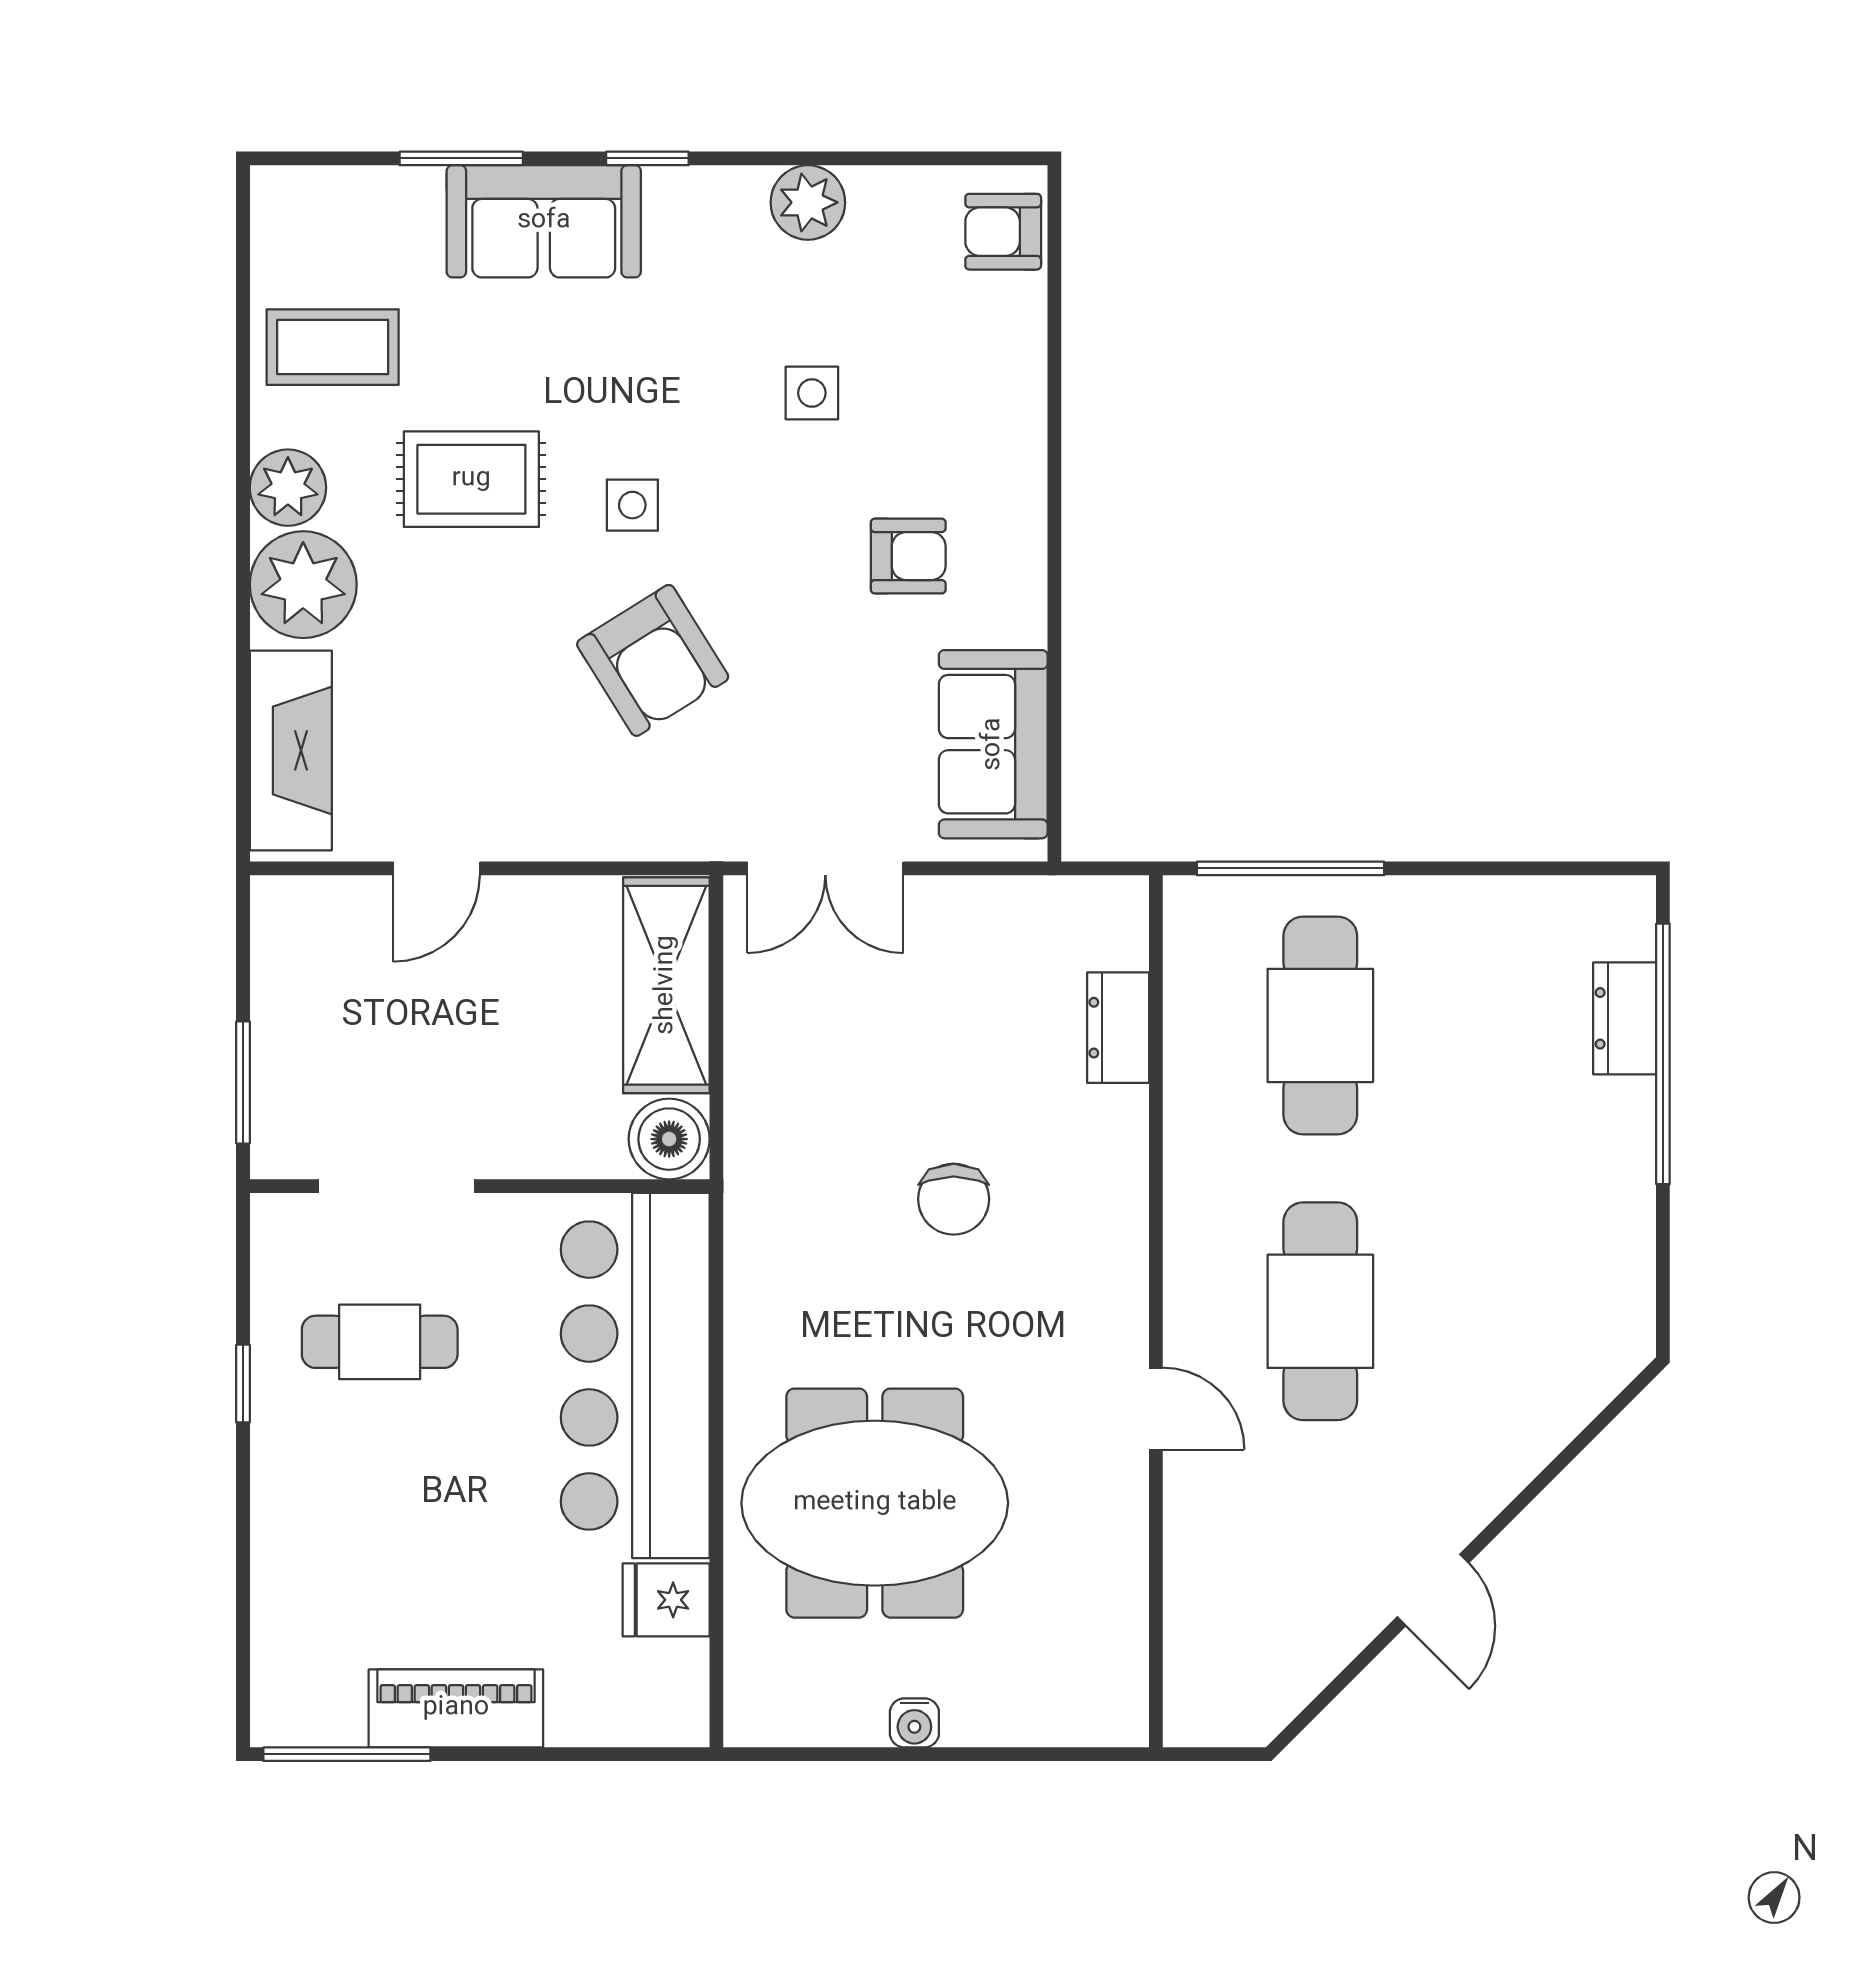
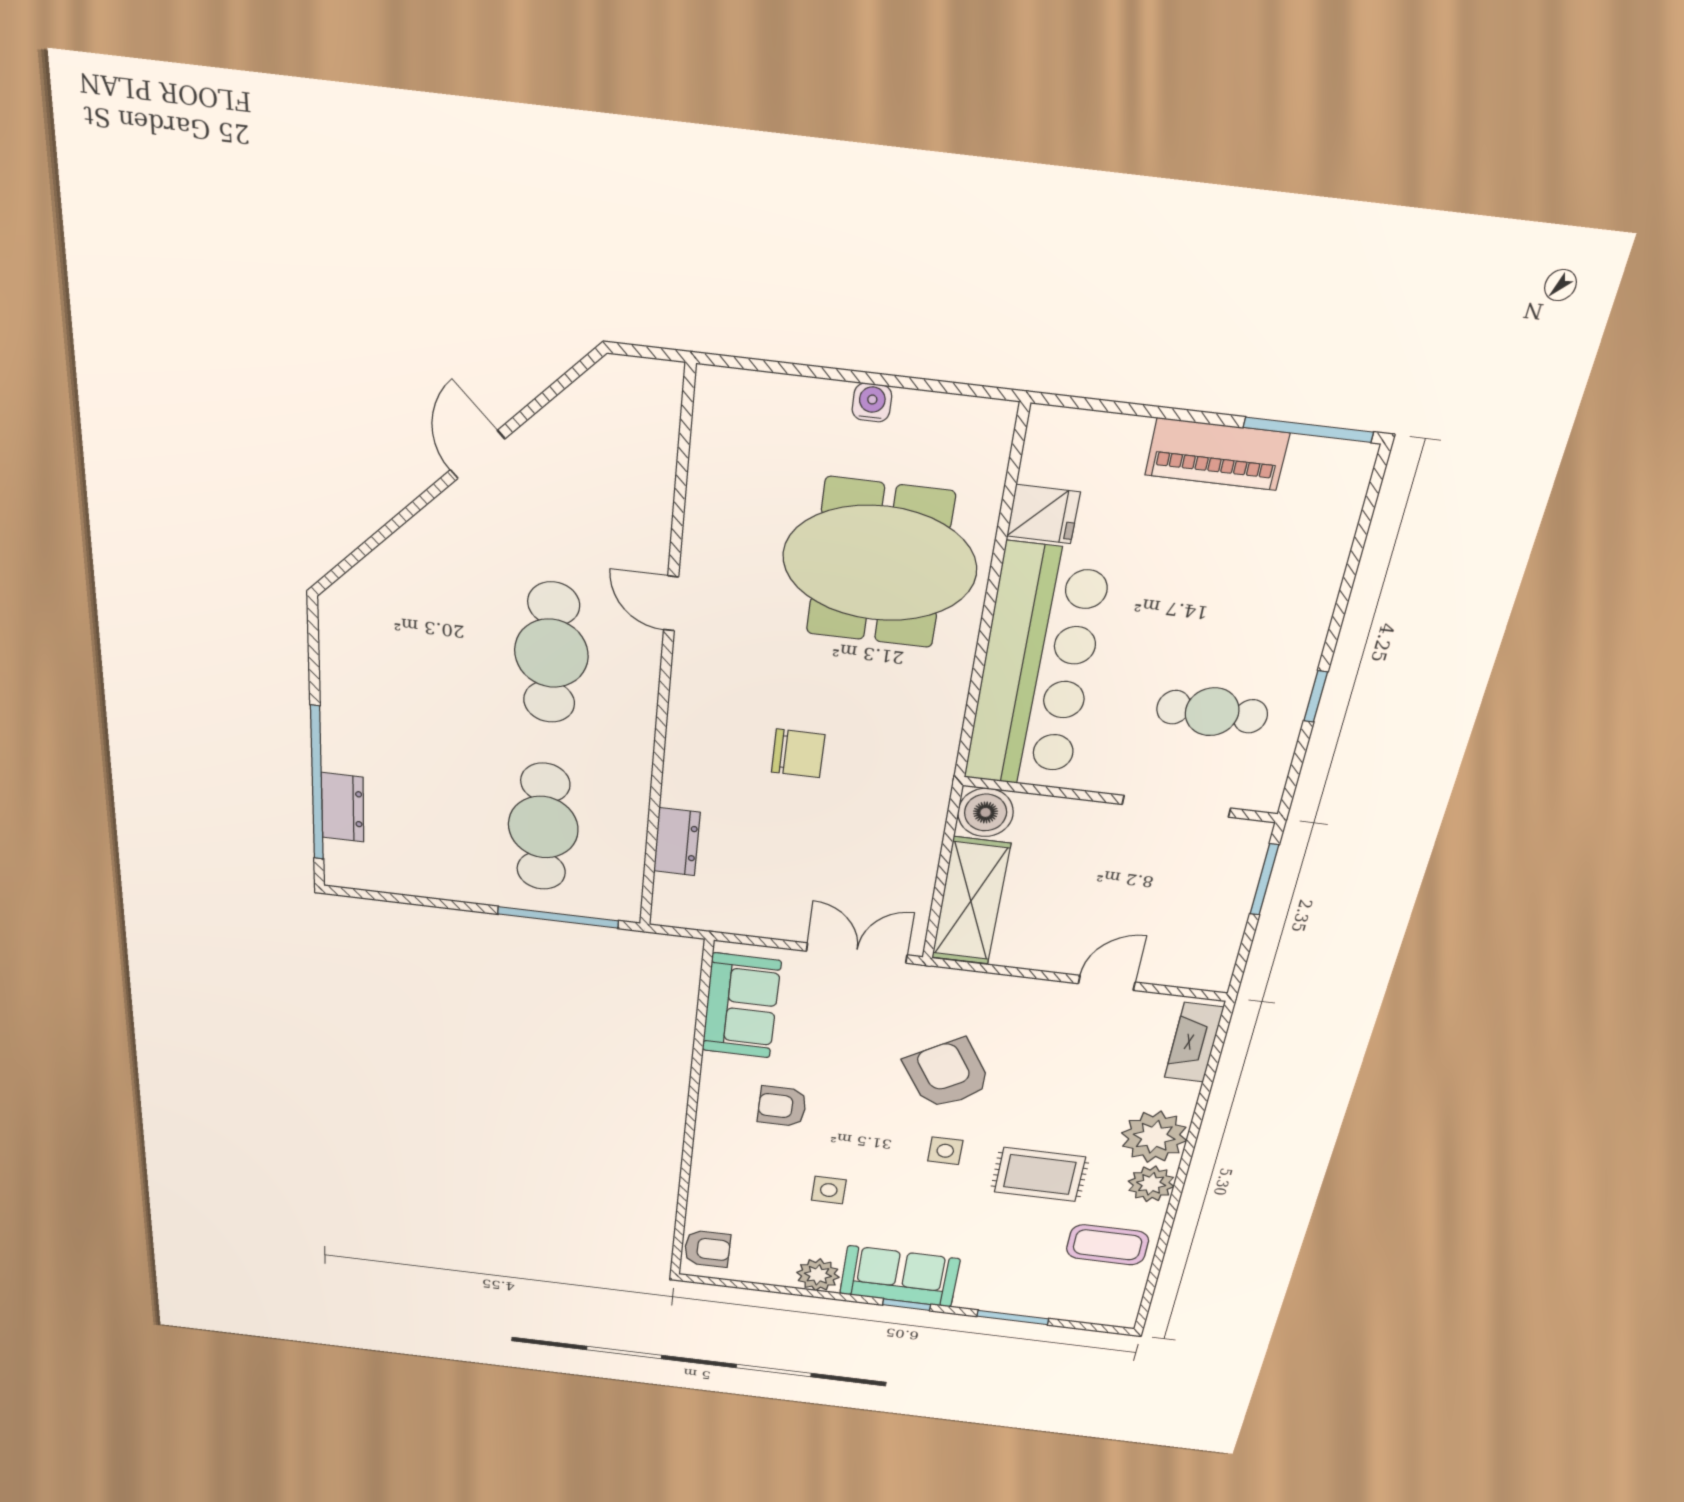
sofa: (544, 221) -> (900, 1276), moved
fireplace: (291, 750) -> (1194, 1042), width x0.73, depth x0.76
chair: (954, 1199) -> (798, 753), turned 90

